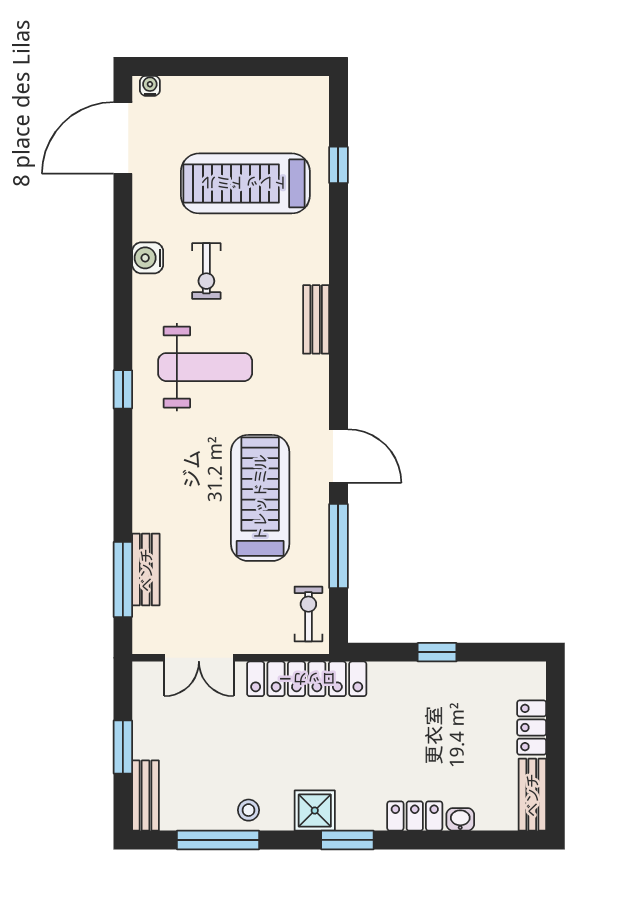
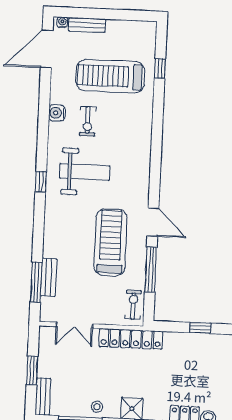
bench: (316, 319) -> (87, 25), moved, turned 90

